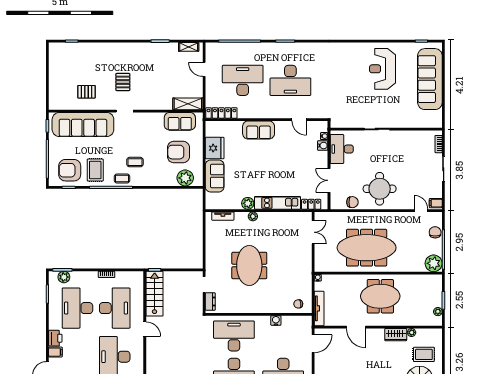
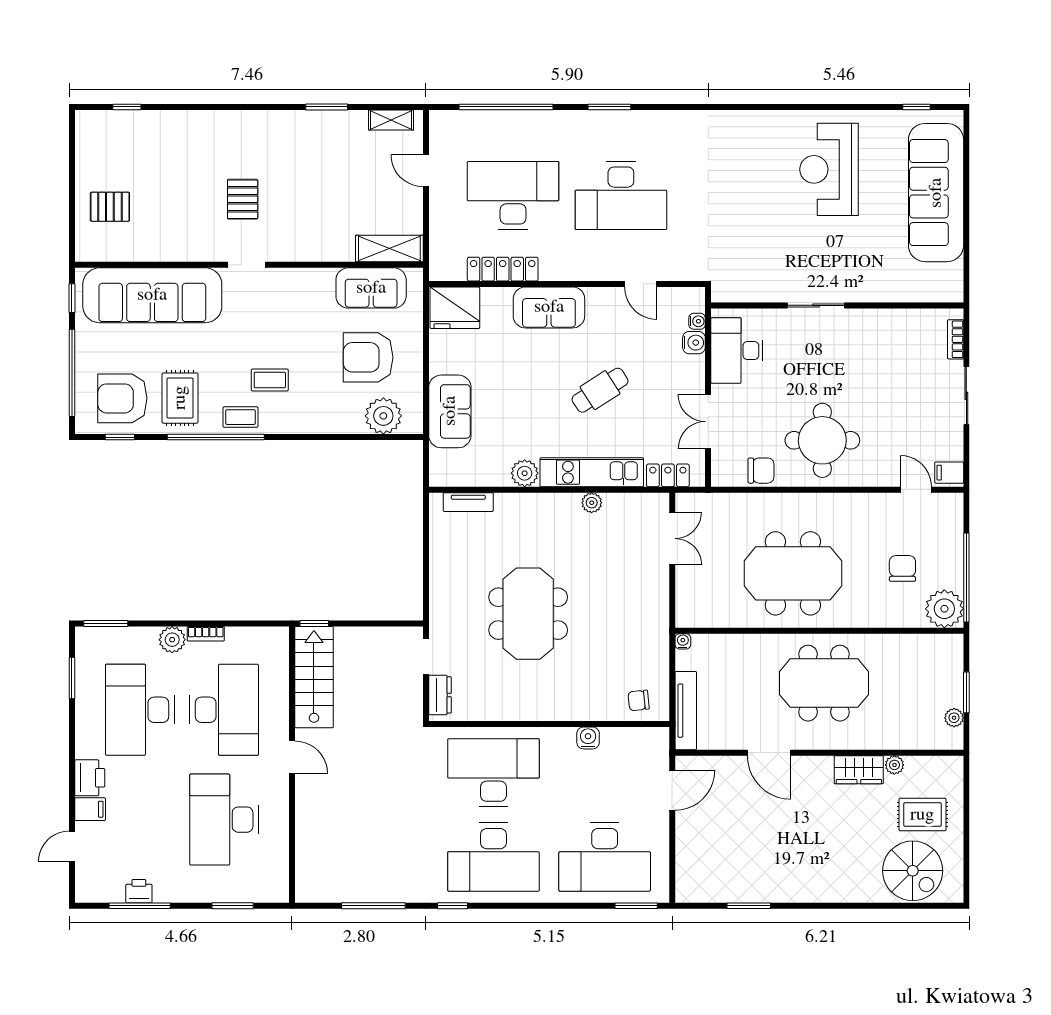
pallet: (87, 92) -> (110, 207), moved
locker: (221, 113) -> (503, 269), moved
fridge: (215, 148) -> (455, 308), moved, turned 90
cafe table: (281, 167) -> (600, 390), added
plant: (253, 216) -> (592, 503), moved
chair: (435, 232) -> (902, 568), moved
meeting table: (367, 248) -> (793, 573), width x0.73
plant: (64, 277) -> (172, 640), moved

